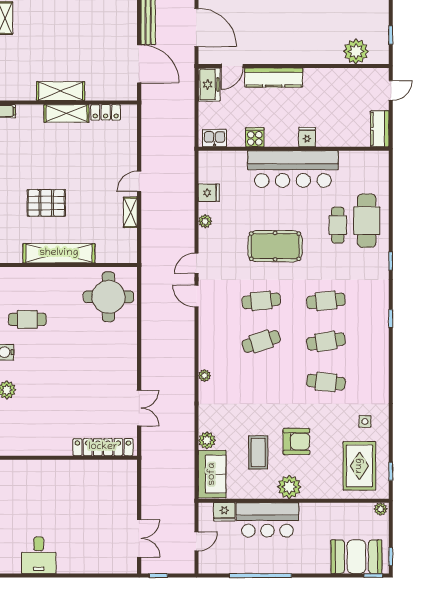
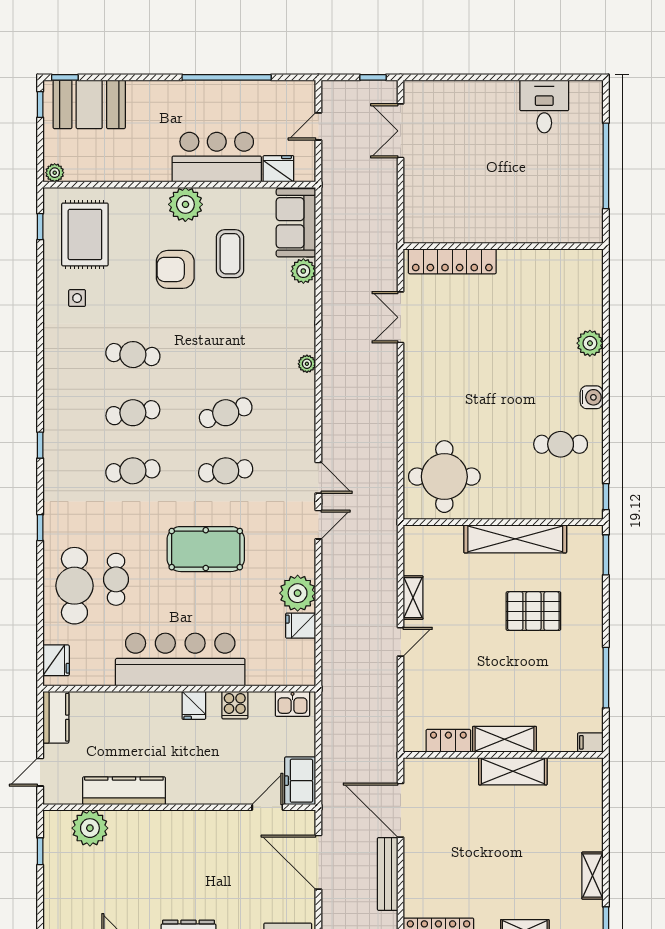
kitchen counter: (274, 77) -> (124, 791), moved
fridge: (307, 137) -> (194, 705), moved
fridge: (380, 169) -> (56, 660), added
plant: (205, 221) -> (298, 593), width x1.88, depth x1.88

